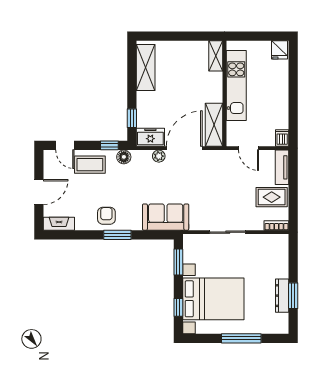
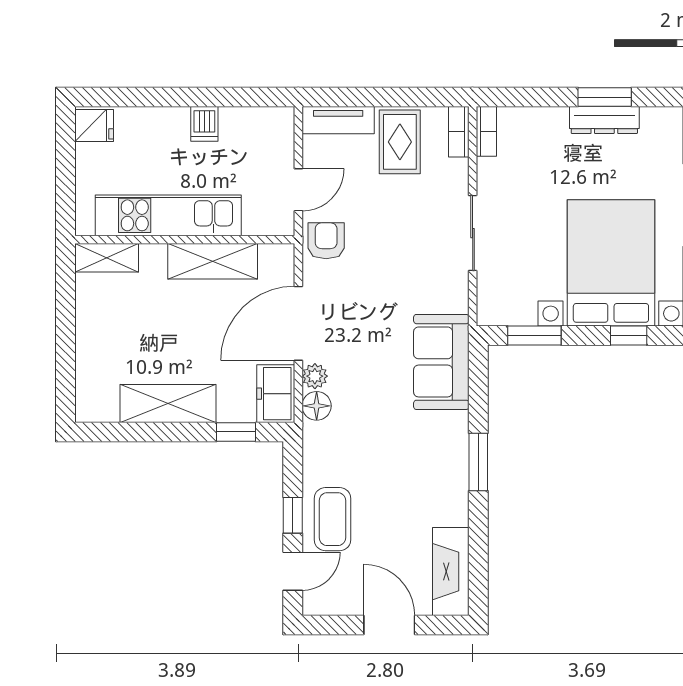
shelving: (146, 67) -> (168, 404), moved
shelving: (214, 125) -> (213, 261), moved
dishwasher: (282, 138) -> (204, 124), moved, turned -90
window: (109, 145) -> (293, 515), moved
door: (184, 148) -> (298, 323), hinge flipped
floor lamp: (124, 157) -> (317, 406), moved
armchair: (106, 216) -> (326, 241), moved, turned 90
fireplace: (59, 224) -> (451, 572), width x1.37, depth x1.32
bookcase: (277, 239) -> (486, 131), added

